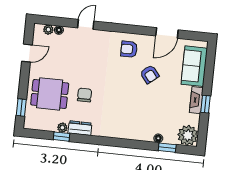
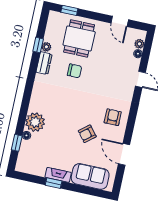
plant: (188, 135) -> (35, 122), moved

